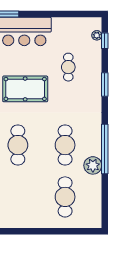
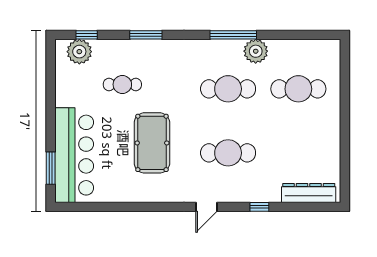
plant: (97, 35) -> (79, 52), width x1.88, depth x1.88
window: (105, 149) -> (233, 35), width x0.68

